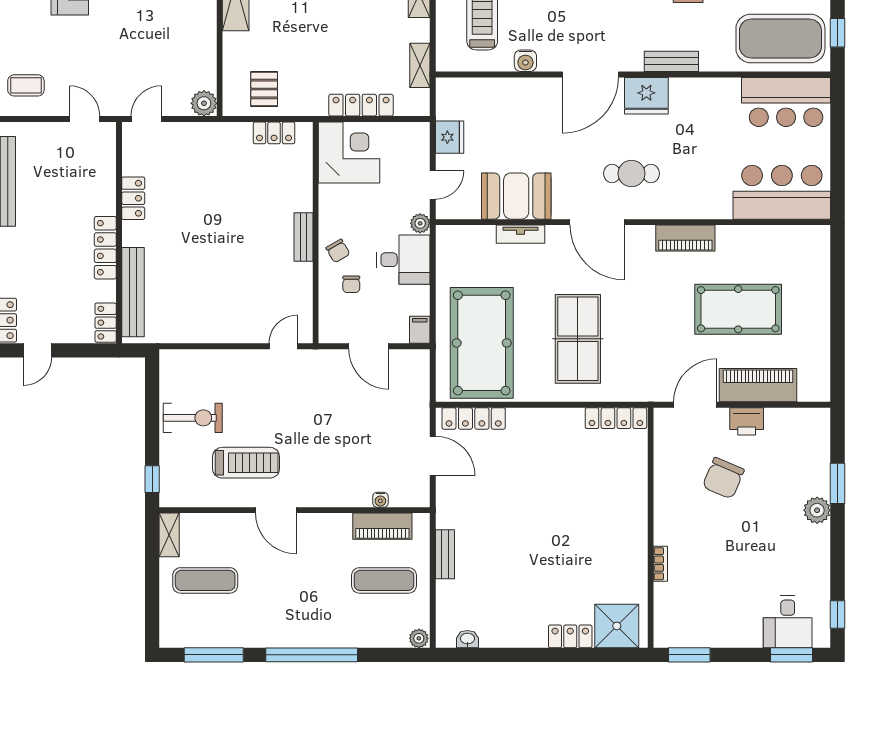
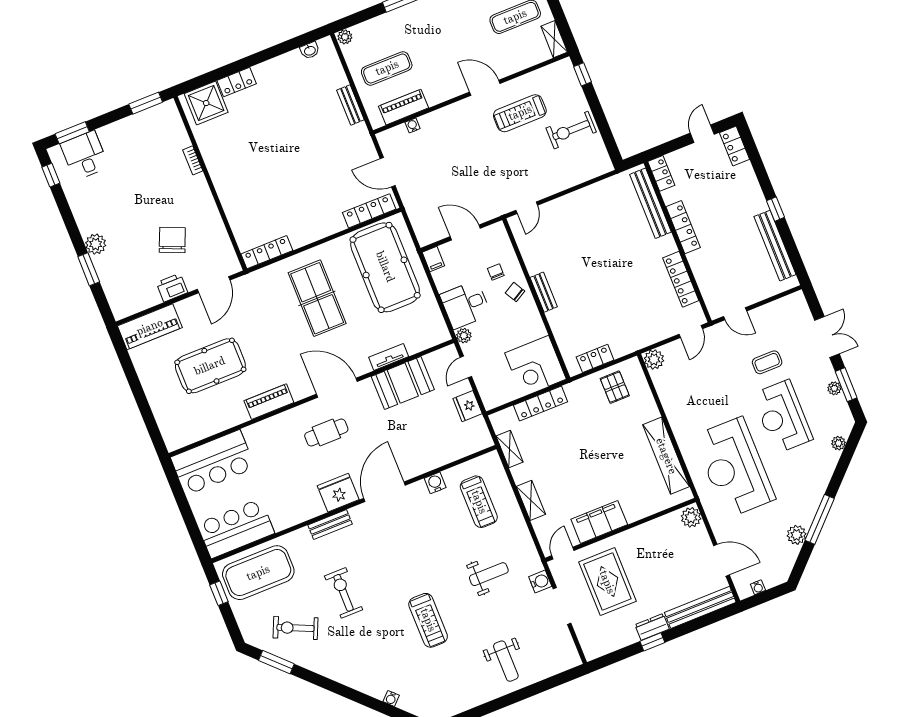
coffee table: (26, 85) -> (767, 362), moved
locker: (133, 198) -> (681, 279), width x1.53
piano: (758, 385) -> (150, 327), moved

